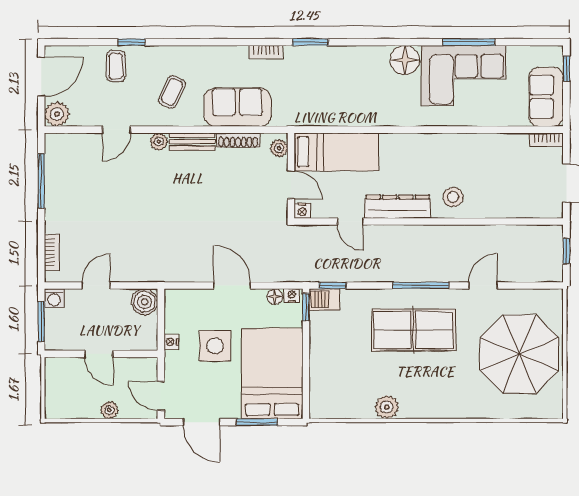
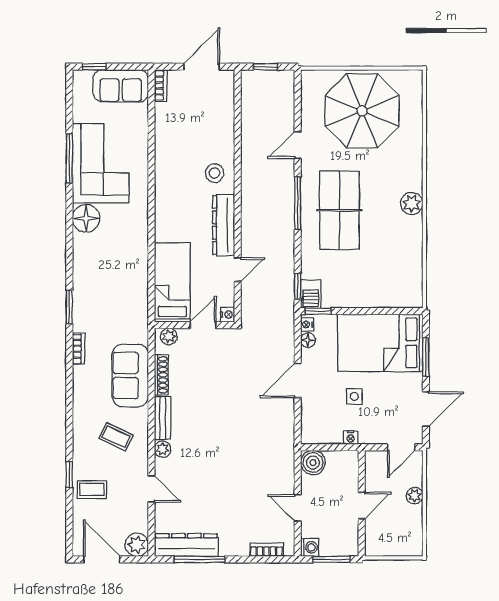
dresser: (57, 167) -> (186, 545), added
door: (483, 286) -> (298, 145), hinge flipped
side table: (215, 346) -> (354, 396), width x0.54, depth x0.54
plant: (387, 407) -> (412, 203), moved

